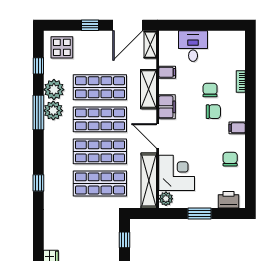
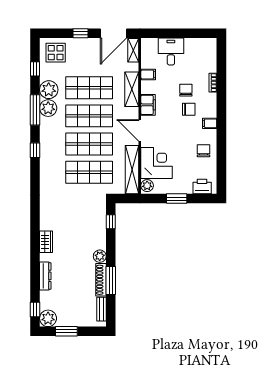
window: (38, 183) -> (35, 150), moved

